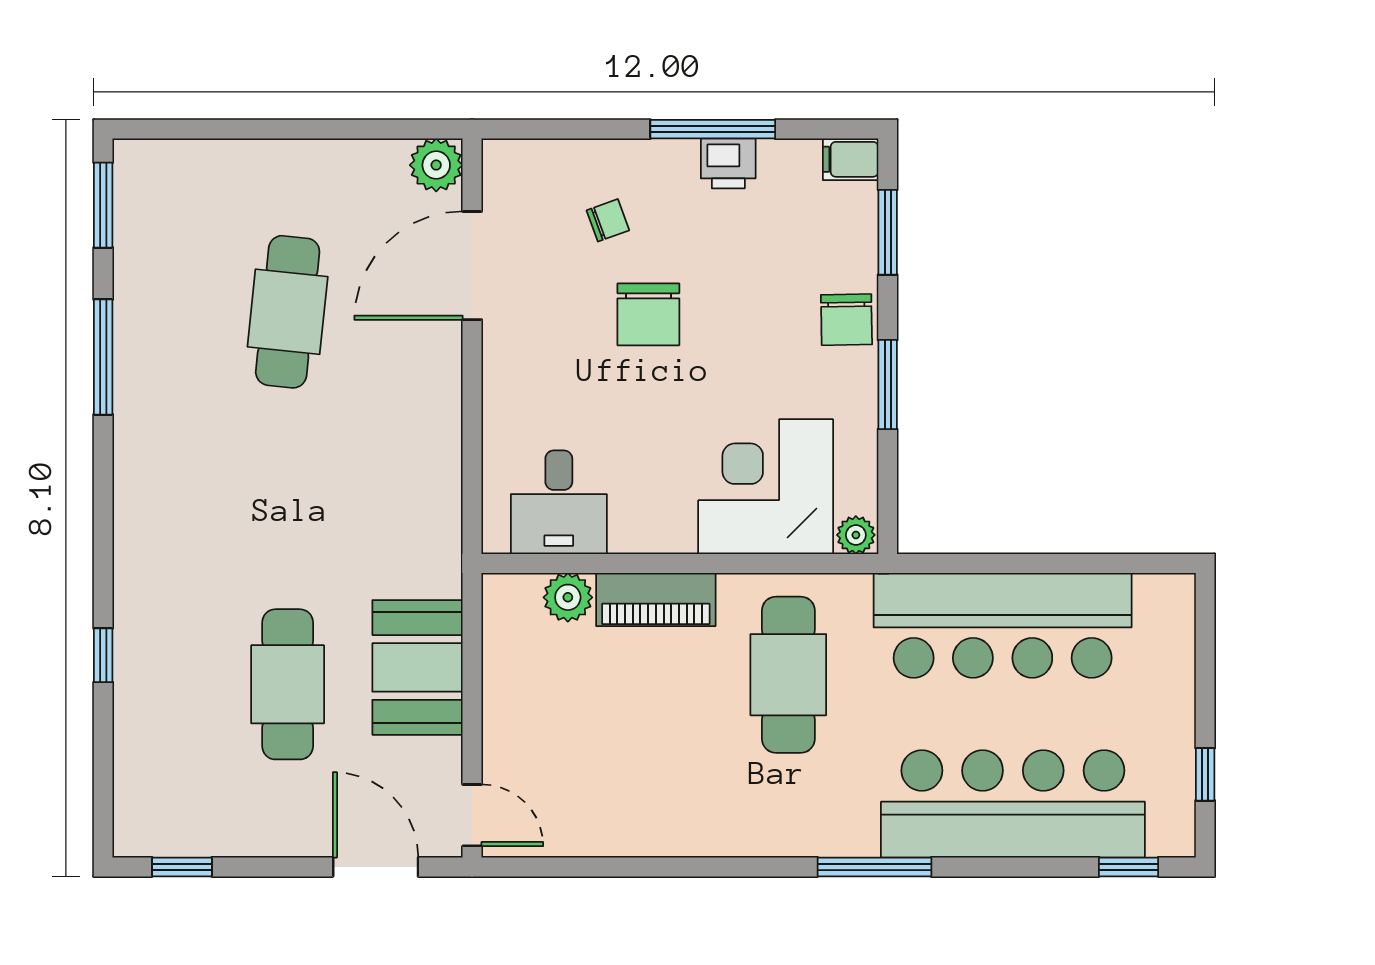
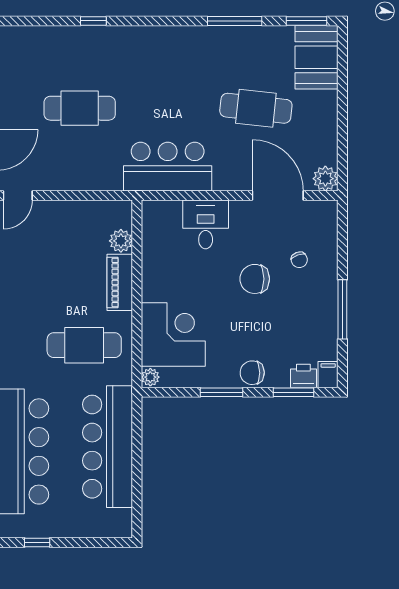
printer: (728, 163) -> (303, 376), moved, turned 90
bar counter: (411, 498) -> (168, 167), added
desk: (559, 502) -> (206, 224), moved, turned 90
booth: (418, 667) -> (317, 57), moved, turned 90

